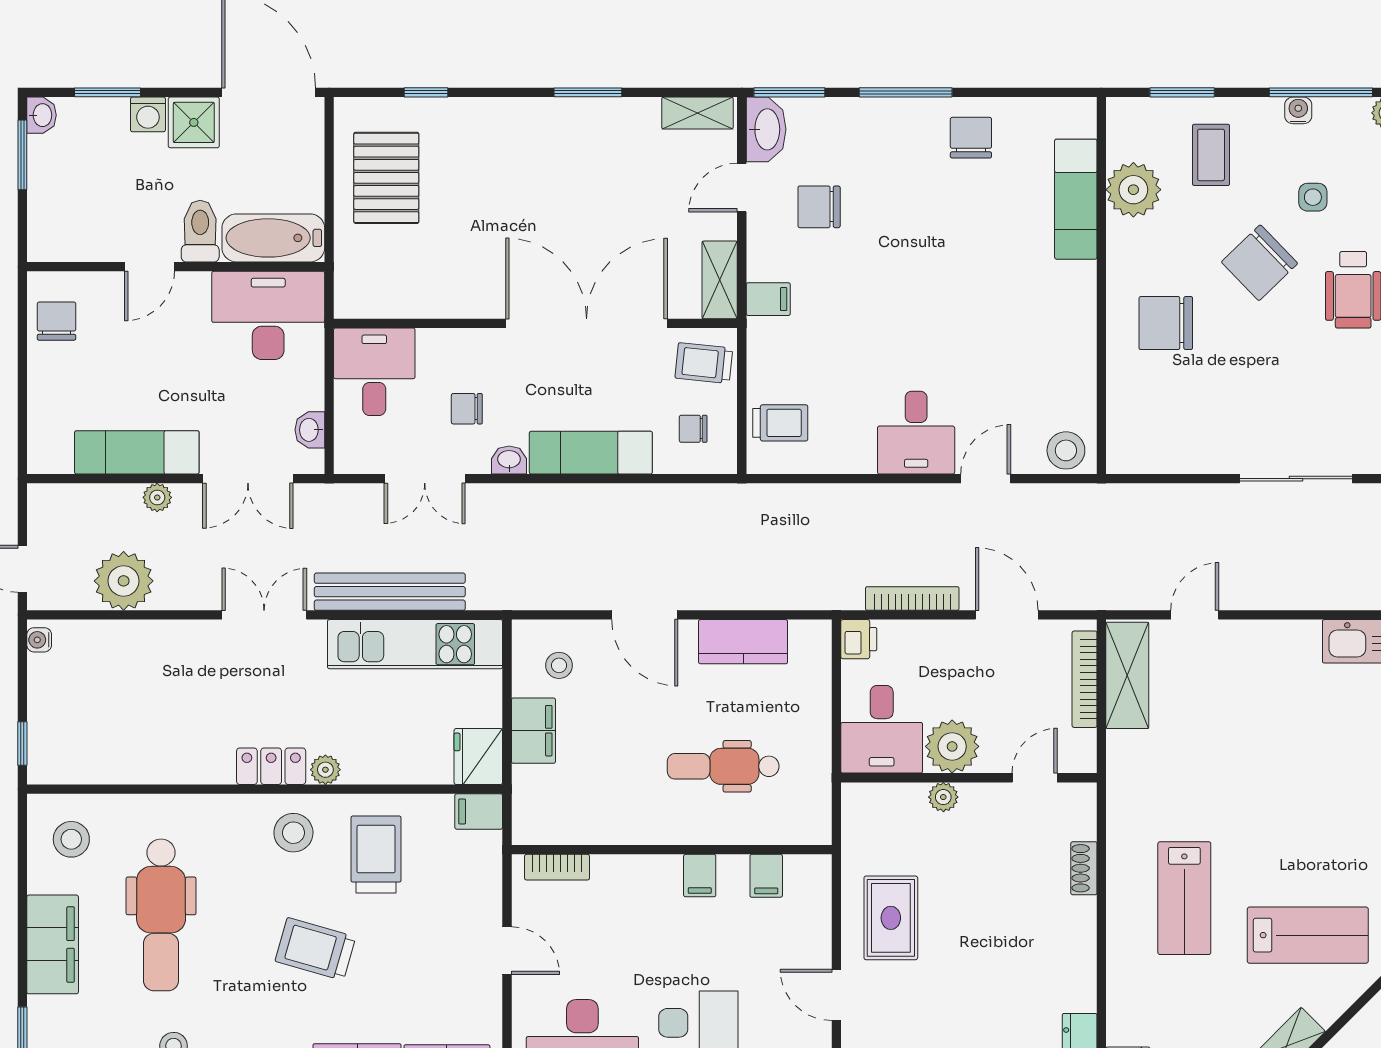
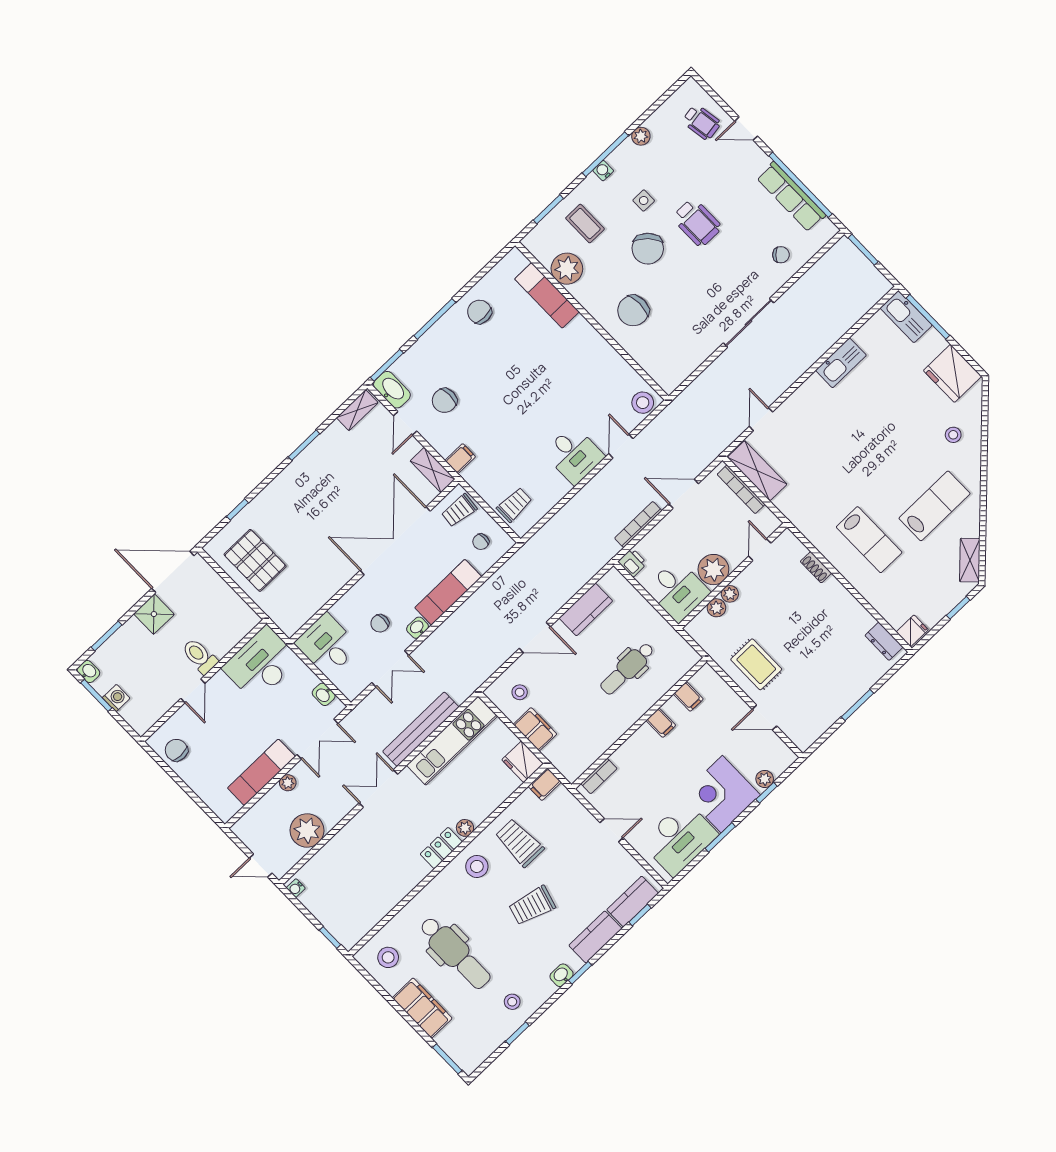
washing machine: (148, 114) -> (116, 698), moved, turned -90
bathtub: (273, 238) -> (232, 630), removed
plant: (909, 798) -> (716, 608), added

